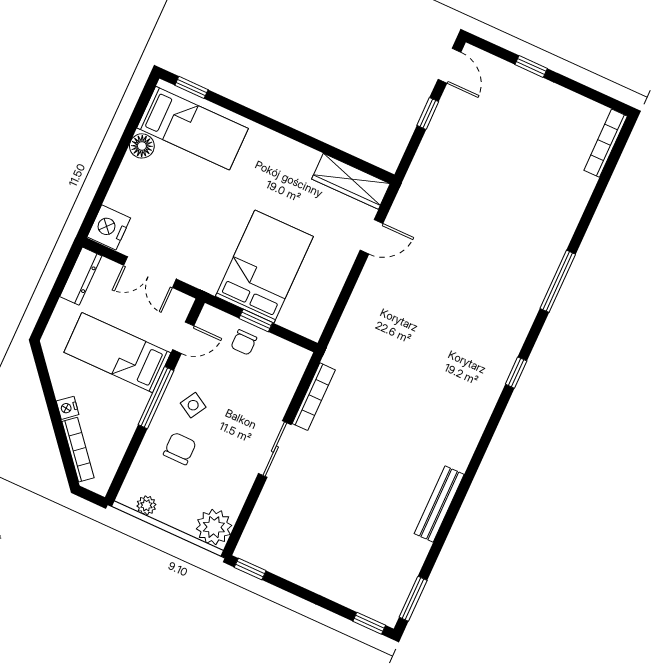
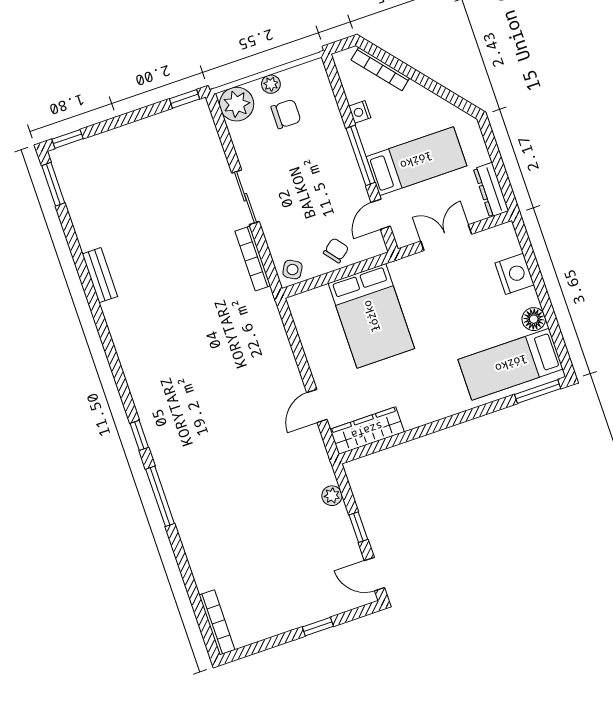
window: (191, 87) -> (538, 392), width x1.50
plant: (425, 157) -> (332, 496), added
nightstand: (109, 227) -> (515, 274), moved
window: (256, 320) -> (342, 273), removed
chair: (244, 342) -> (336, 250), turned 52
window: (516, 373) -> (139, 435), moved
side table: (193, 405) -> (292, 270), moved
nightstand: (68, 408) -> (360, 112), moved, turned -140
chair: (180, 449) -> (286, 114), moved, turned -90
bench: (439, 504) -> (100, 275), width x0.73
plant: (146, 505) -> (271, 84), moved

